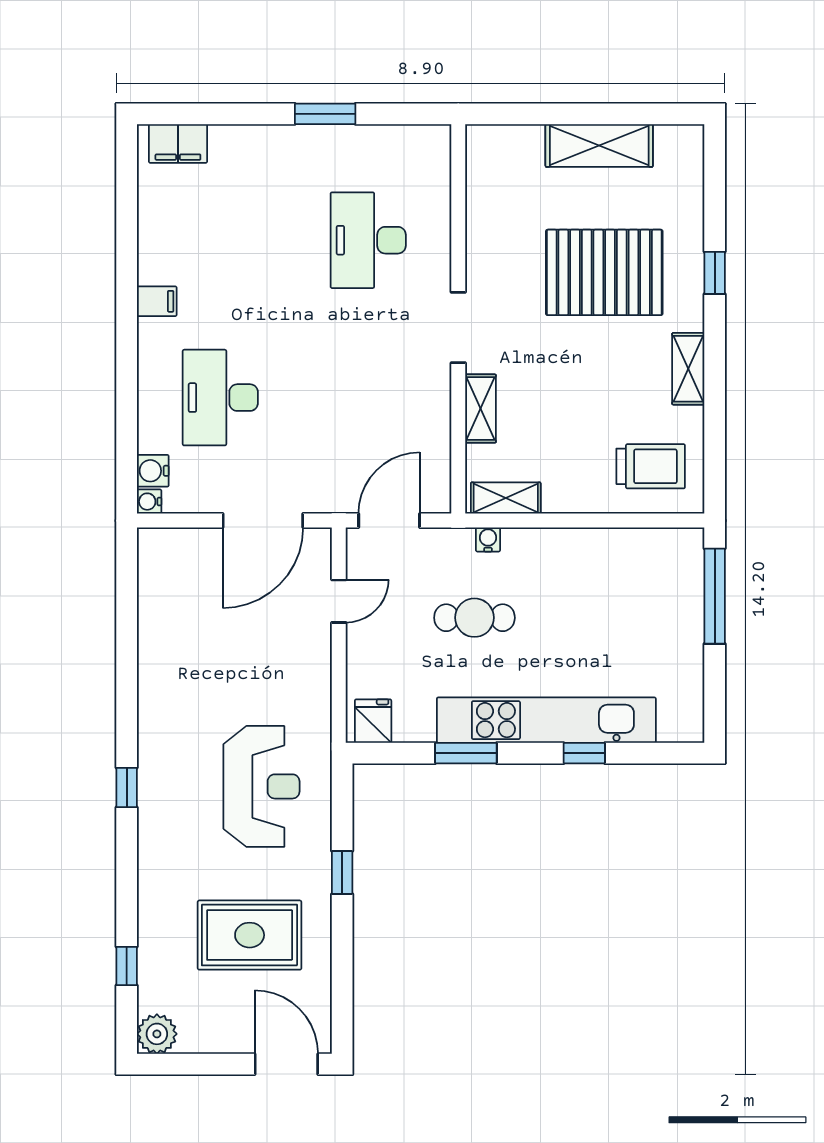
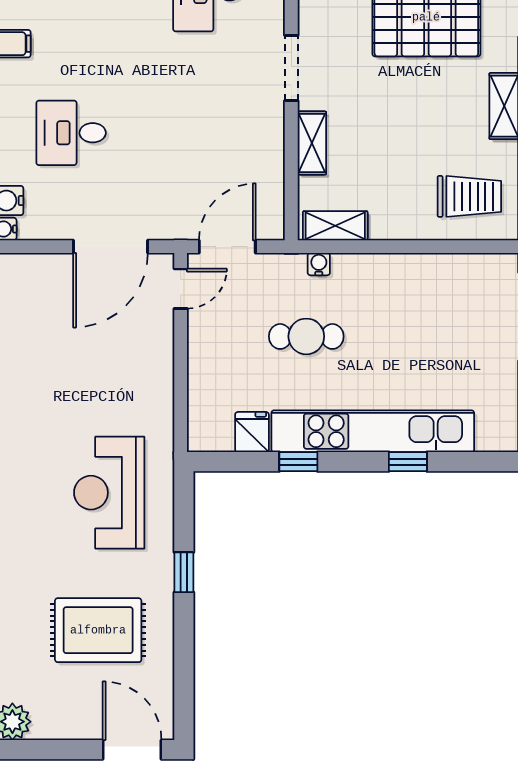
desk: (220, 398) -> (71, 133), width x0.73
door: (339, 601) -> (181, 289), moved
fridge: (373, 721) -> (252, 432), moved
window: (466, 753) -> (298, 462), width x0.67
reception desk: (262, 786) -> (109, 493), turned 180

